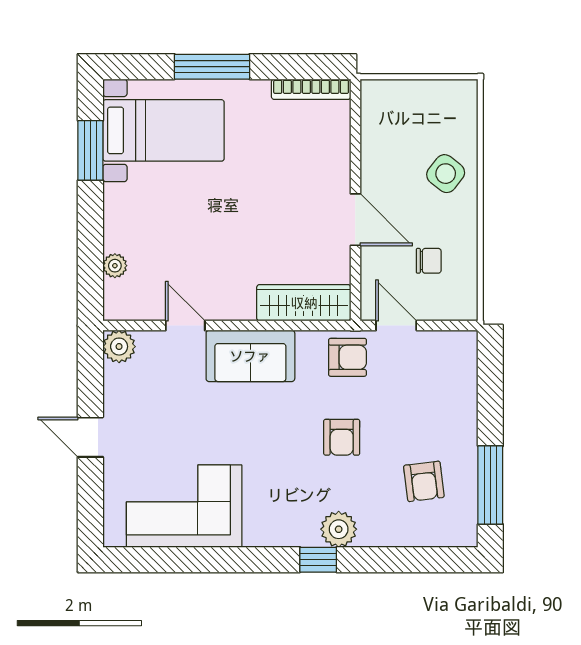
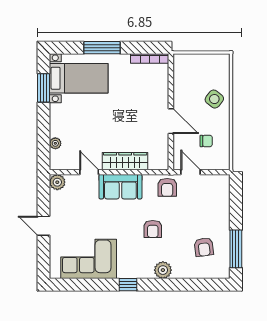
wardrobe: (304, 303) -> (125, 161), moved
armchair: (347, 357) -> (167, 187), turned 90
armchair: (342, 437) -> (153, 229), moved
window: (318, 560) -> (128, 285), moved

